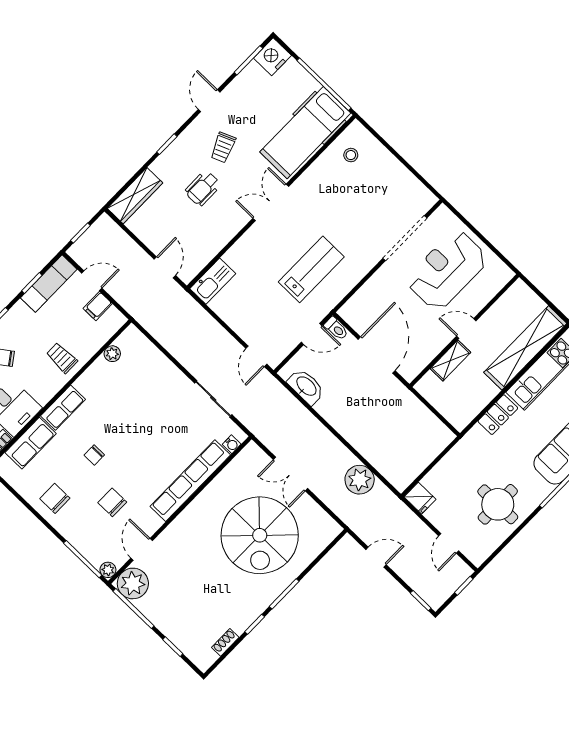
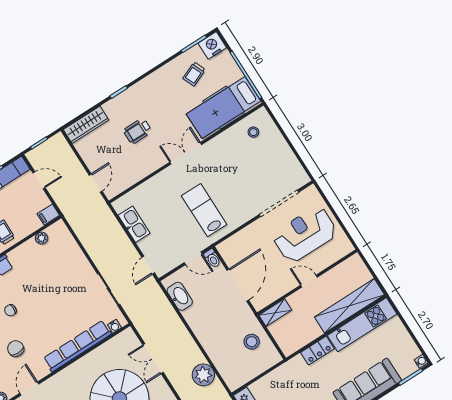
door: (209, 101) -> (158, 67), removed
trolley: (223, 147) -> (194, 74), moved
lab bench: (311, 269) -> (204, 210), turned -90
kitchen sink: (213, 281) -> (134, 224), moved, turned -90
filing cabinet: (98, 306) -> (48, 215), moved
shelving: (450, 361) -> (275, 313), moved
stool: (411, 423) -> (252, 342), added

